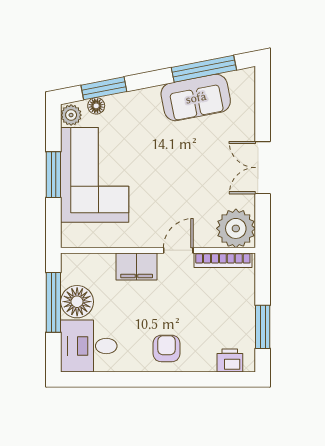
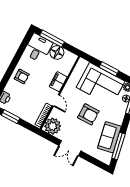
armchair: (171, 167) -> (88, 114), added
double door: (263, 168) -> (70, 148), swing flipped
window: (53, 302) -> (52, 39), moved

